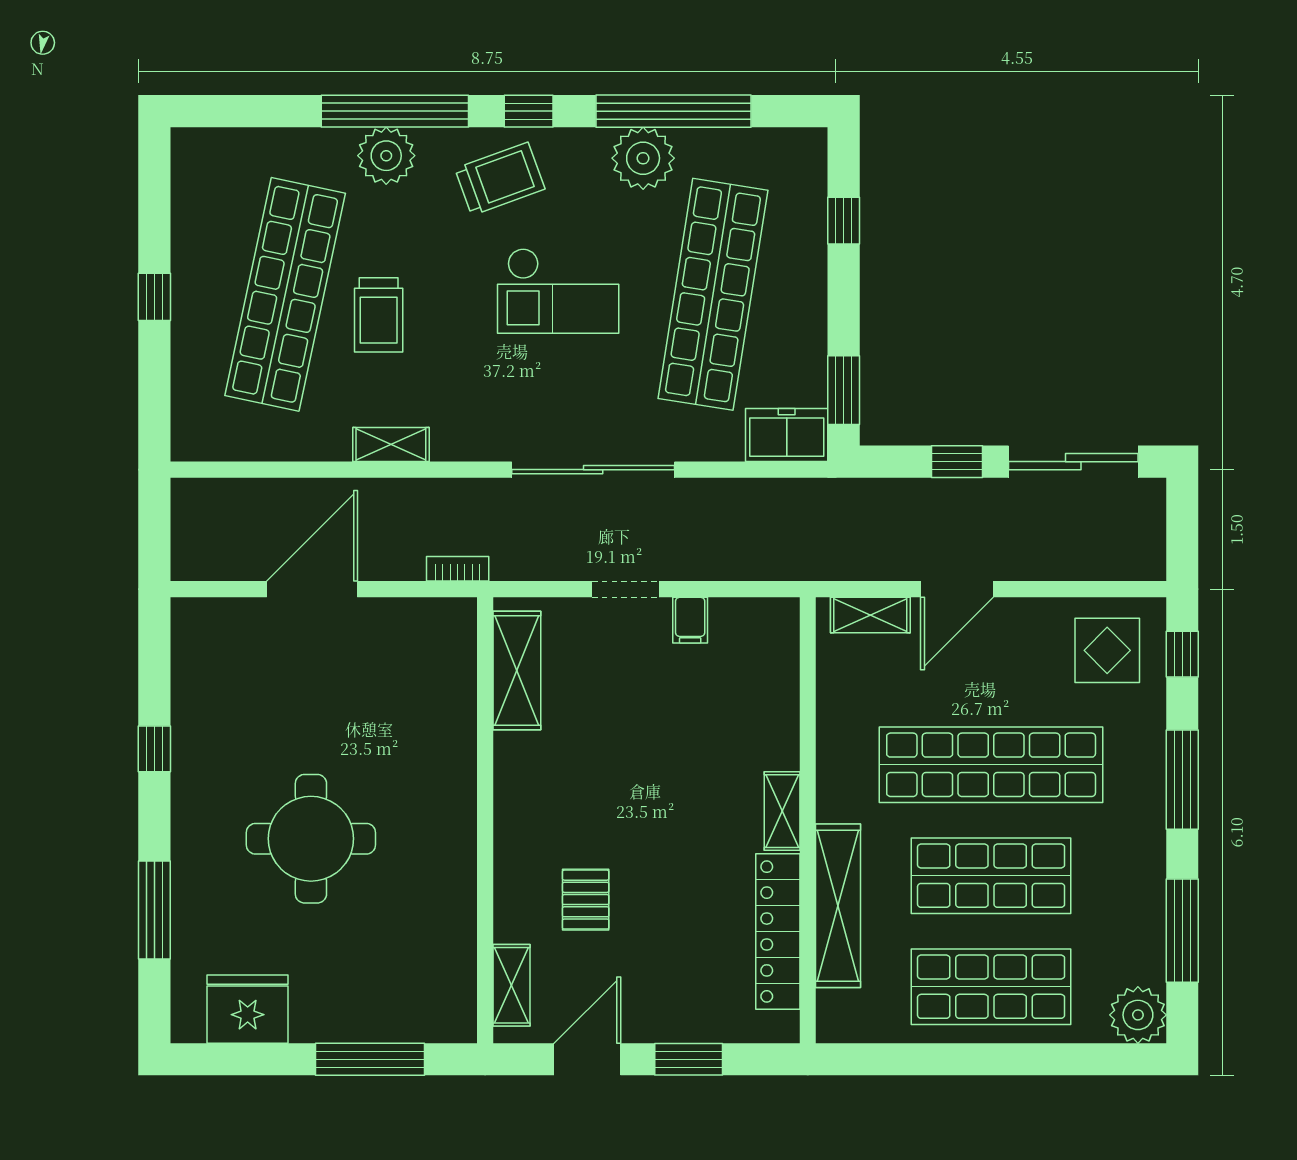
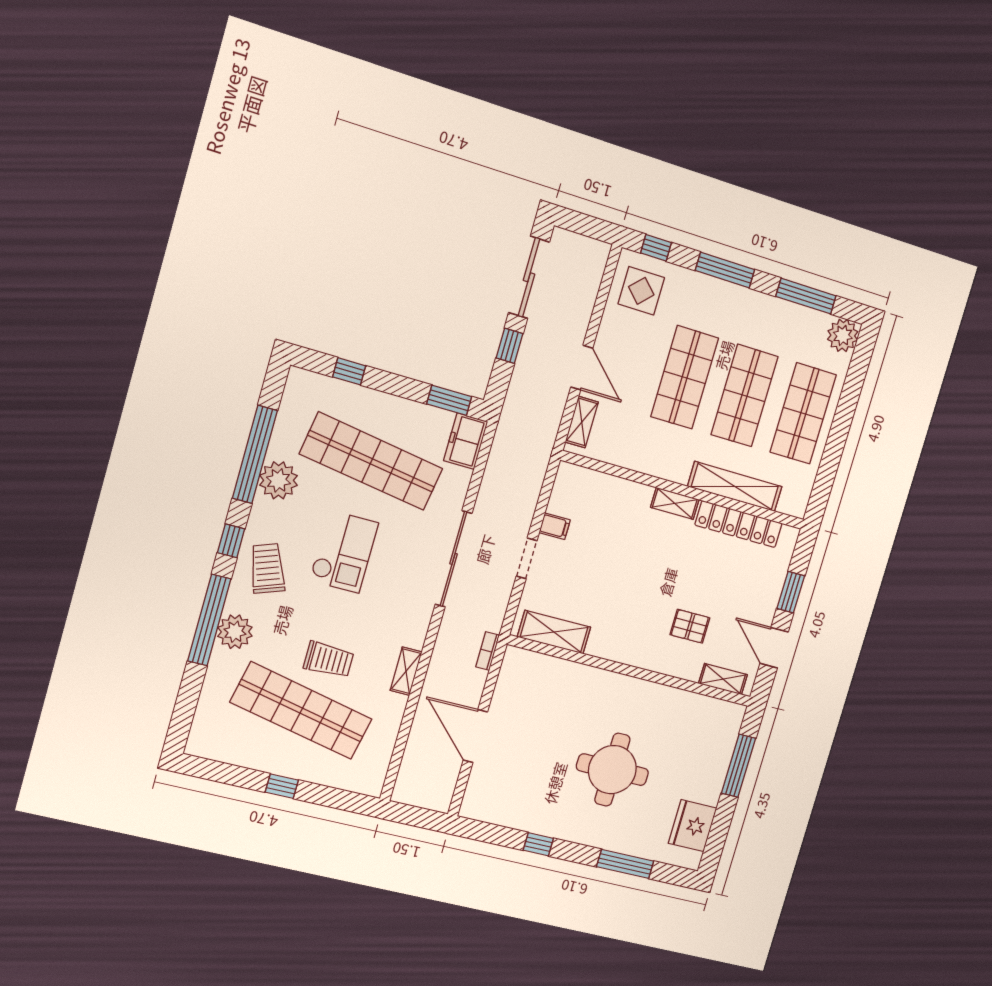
shop shelf: (991, 765) -> (685, 377), width x0.71

